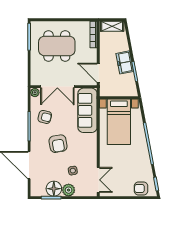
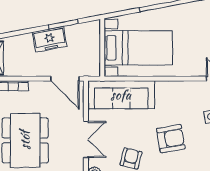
door: (98, 73) -> (65, 79), hinge flipped
double door: (57, 87) -> (86, 139), width x0.73

